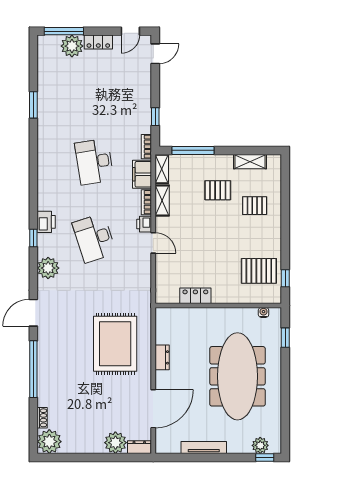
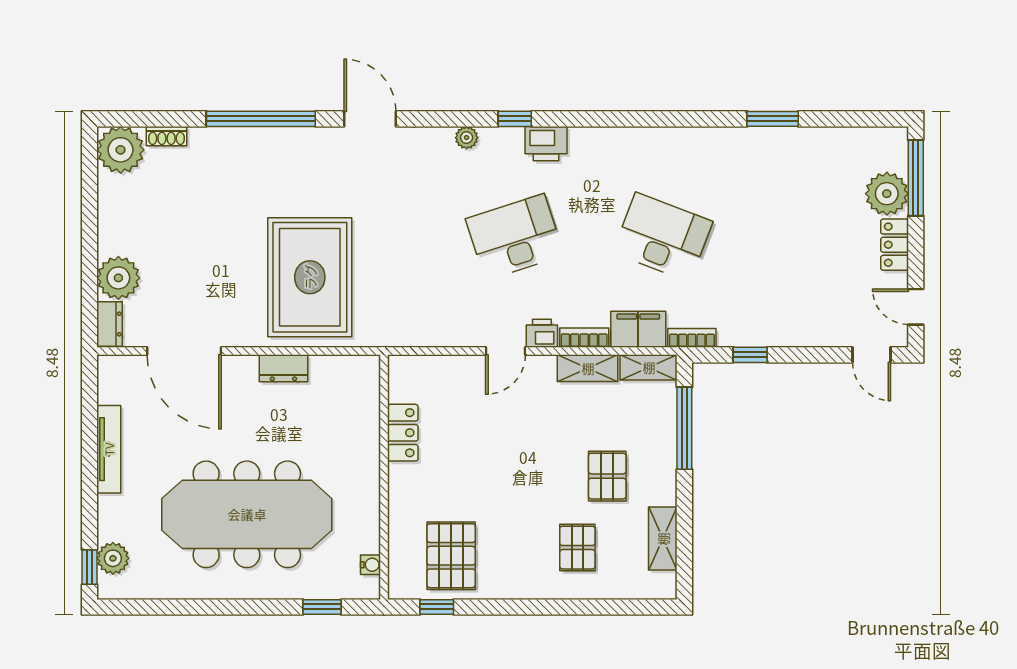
desk: (94, 162) -> (663, 237), turned 30
plant: (48, 268) -> (467, 138), width x0.53, depth x0.53
rug: (115, 344) -> (310, 277), turned 90

